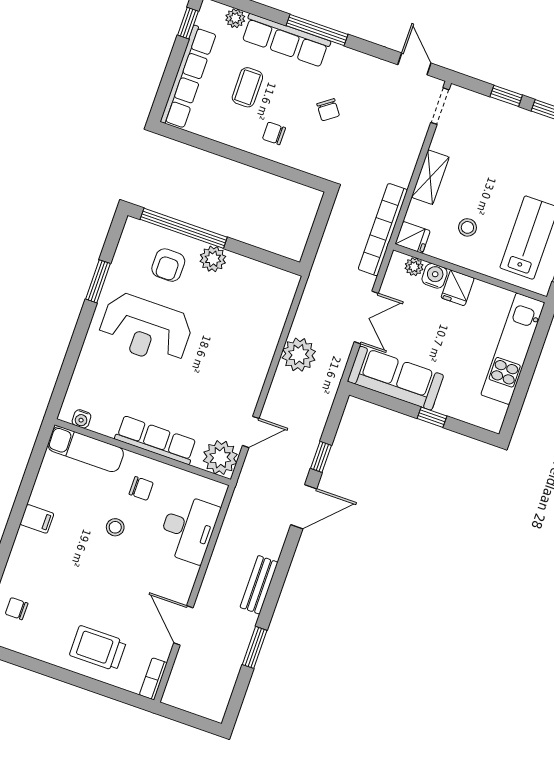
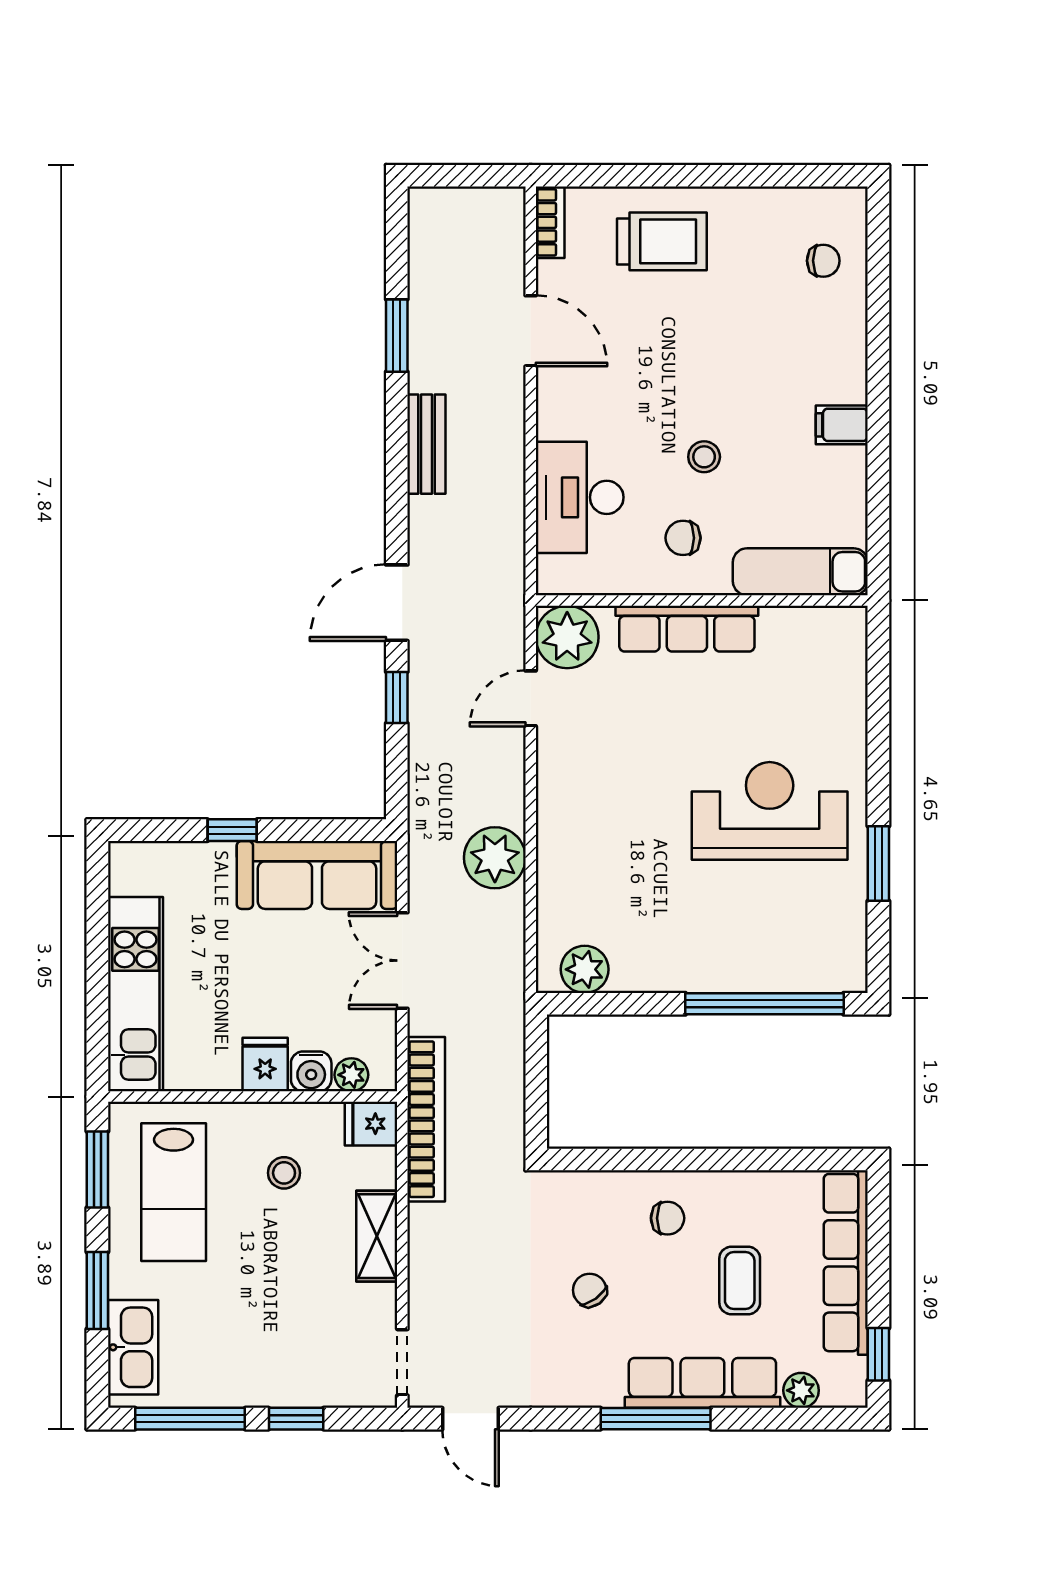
plant: (213, 259) -> (585, 969), moved
armchair: (168, 265) -> (769, 933), removed
water cooler: (81, 419) -> (825, 621), removed

